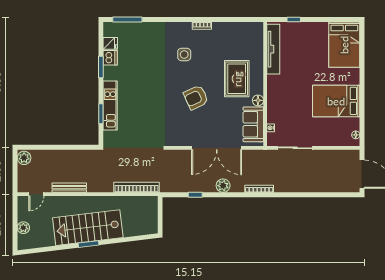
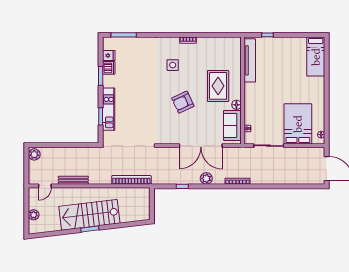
bed: (344, 45) -> (316, 57), width x0.67
bed: (336, 101) -> (298, 124), moved, turned 90

